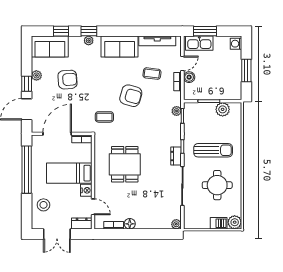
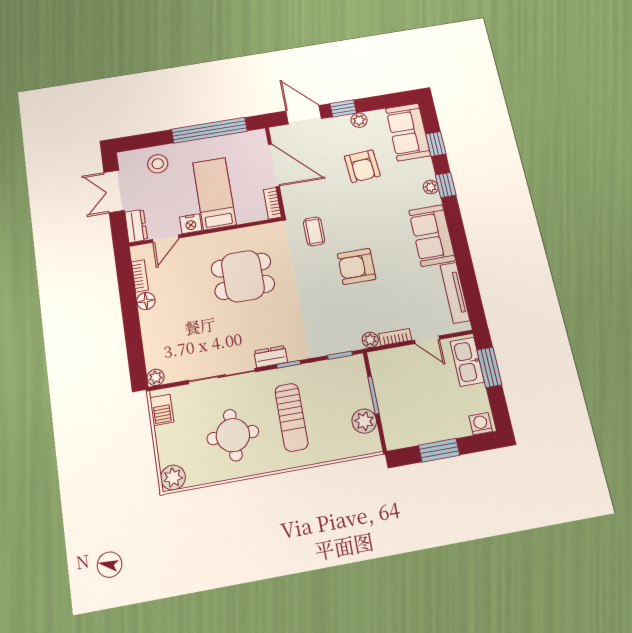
coffee table: (152, 74) -> (400, 294), removed
boiler: (189, 77) -> (407, 355), removed
armchair: (131, 96) -> (357, 266), turned 74
plant: (177, 111) -> (370, 340), moved
barbecue: (219, 223) -> (162, 410), moved

